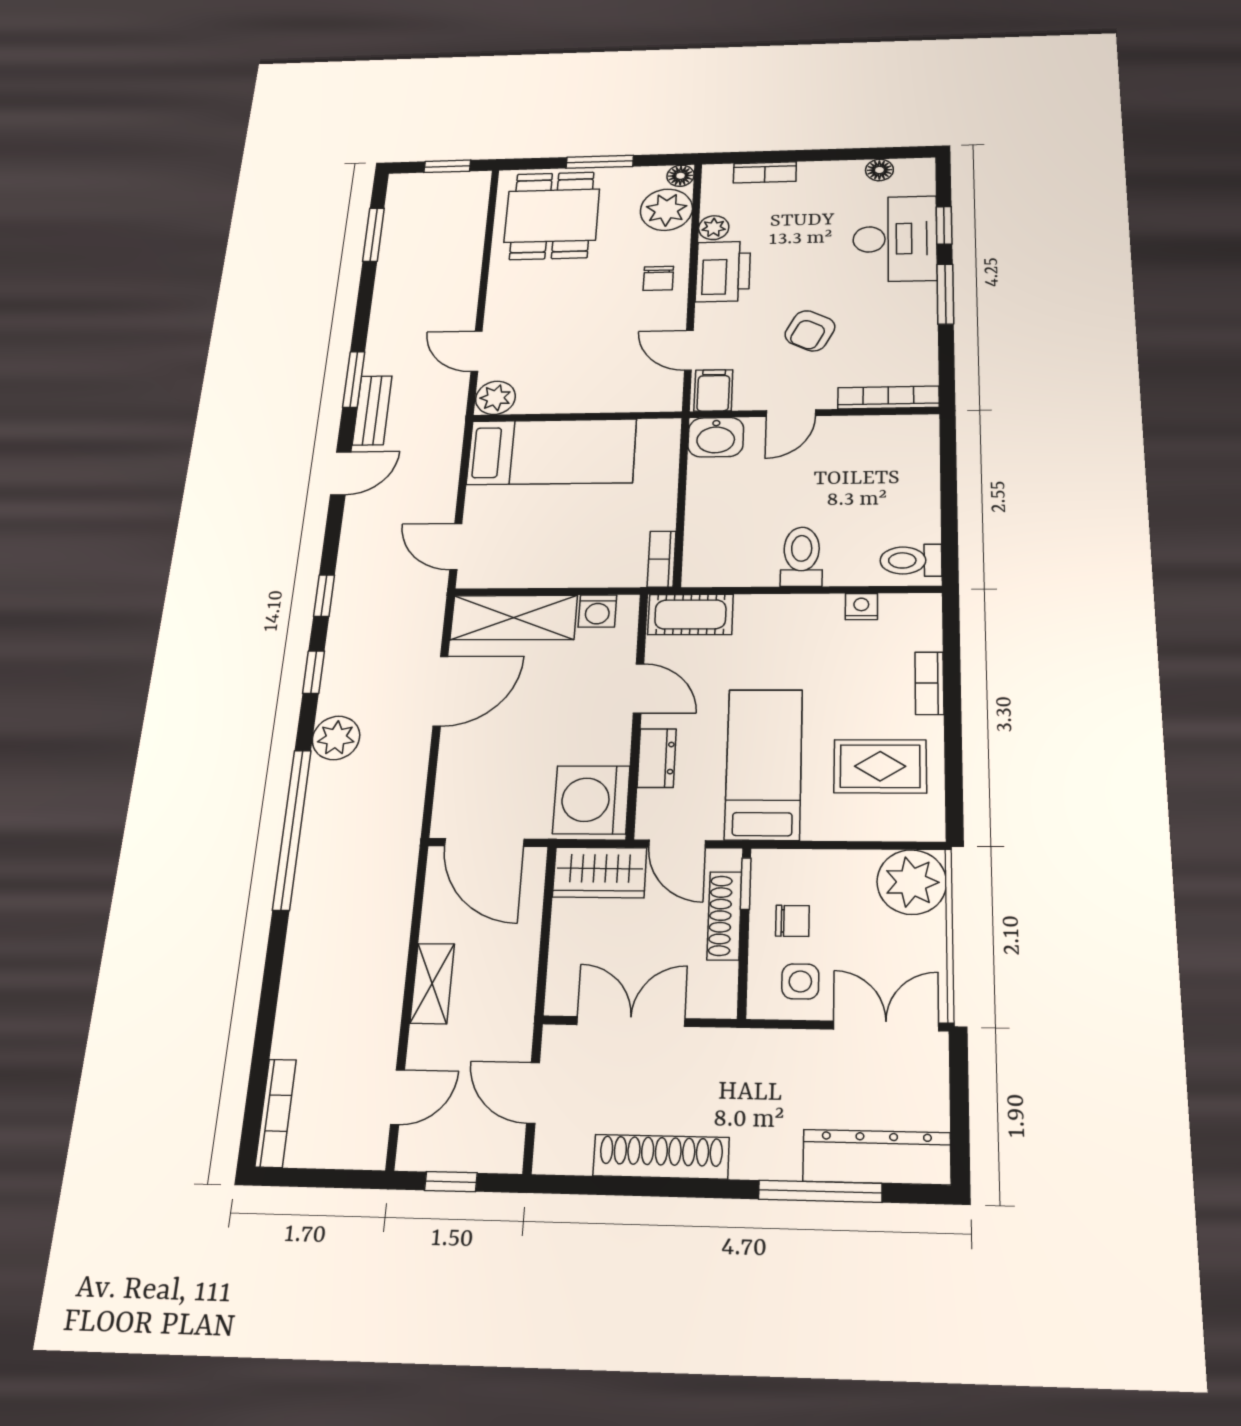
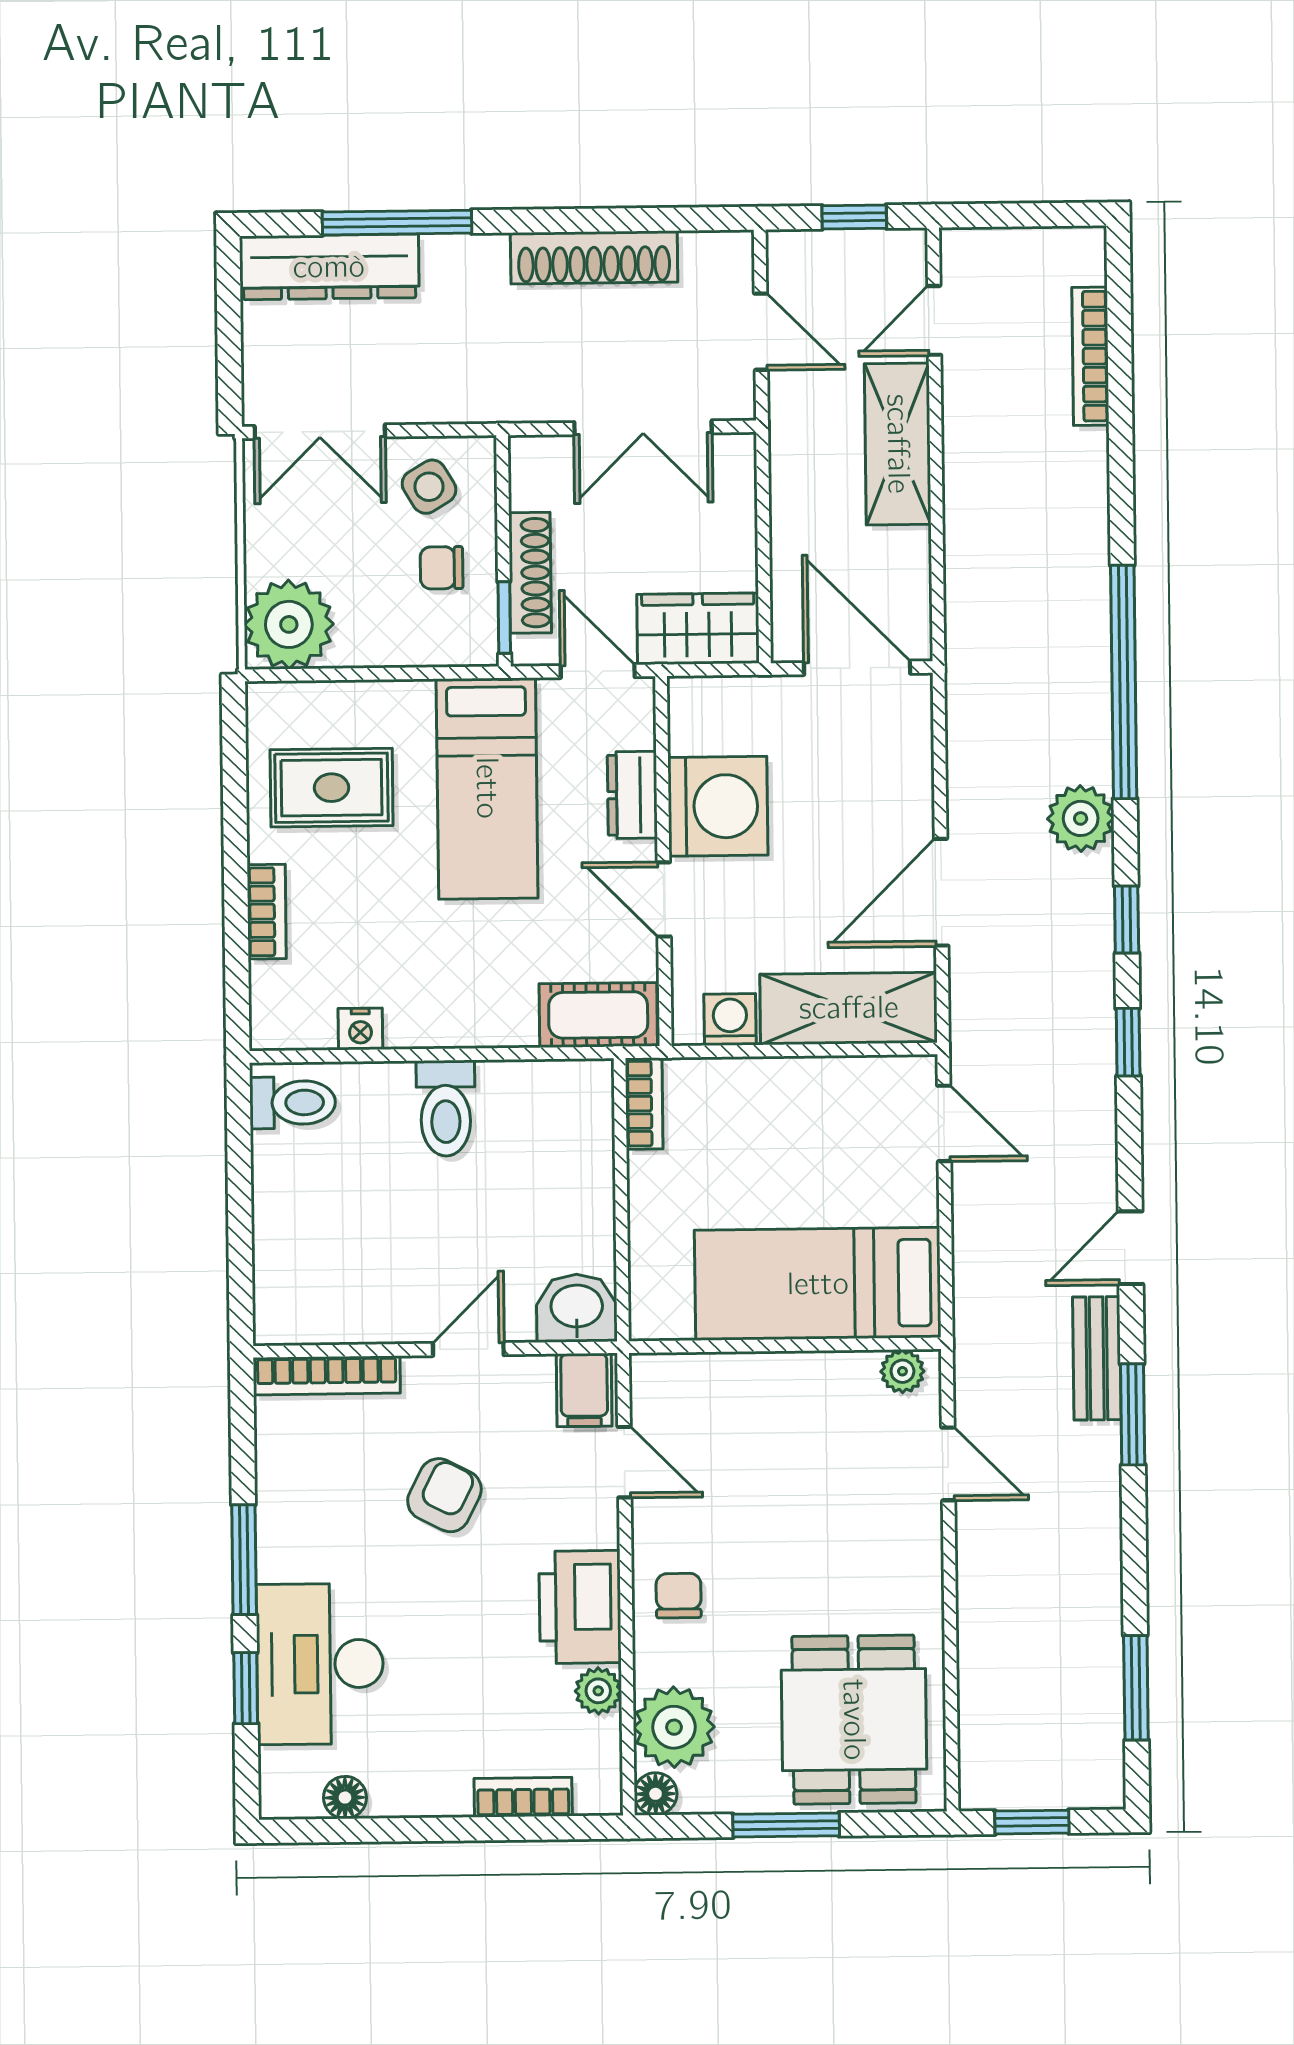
plant: (495, 398) -> (902, 1371), width x0.73, depth x0.73
washing machine: (591, 800) -> (718, 806), moved
side table: (800, 981) -> (429, 487), turned -31
shelving: (432, 983) -> (898, 444), width x1.50, depth x1.33
bookcase: (276, 1113) -> (1090, 356), moved

